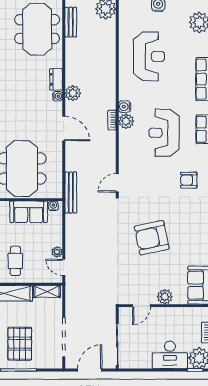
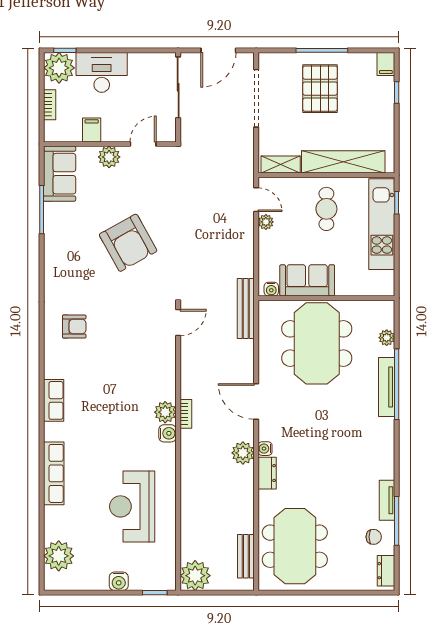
reception desk: (164, 133) -> (110, 395), removed
armchair: (152, 238) -> (128, 243), turned 73
filing cabinet: (177, 315) -> (92, 130), added

